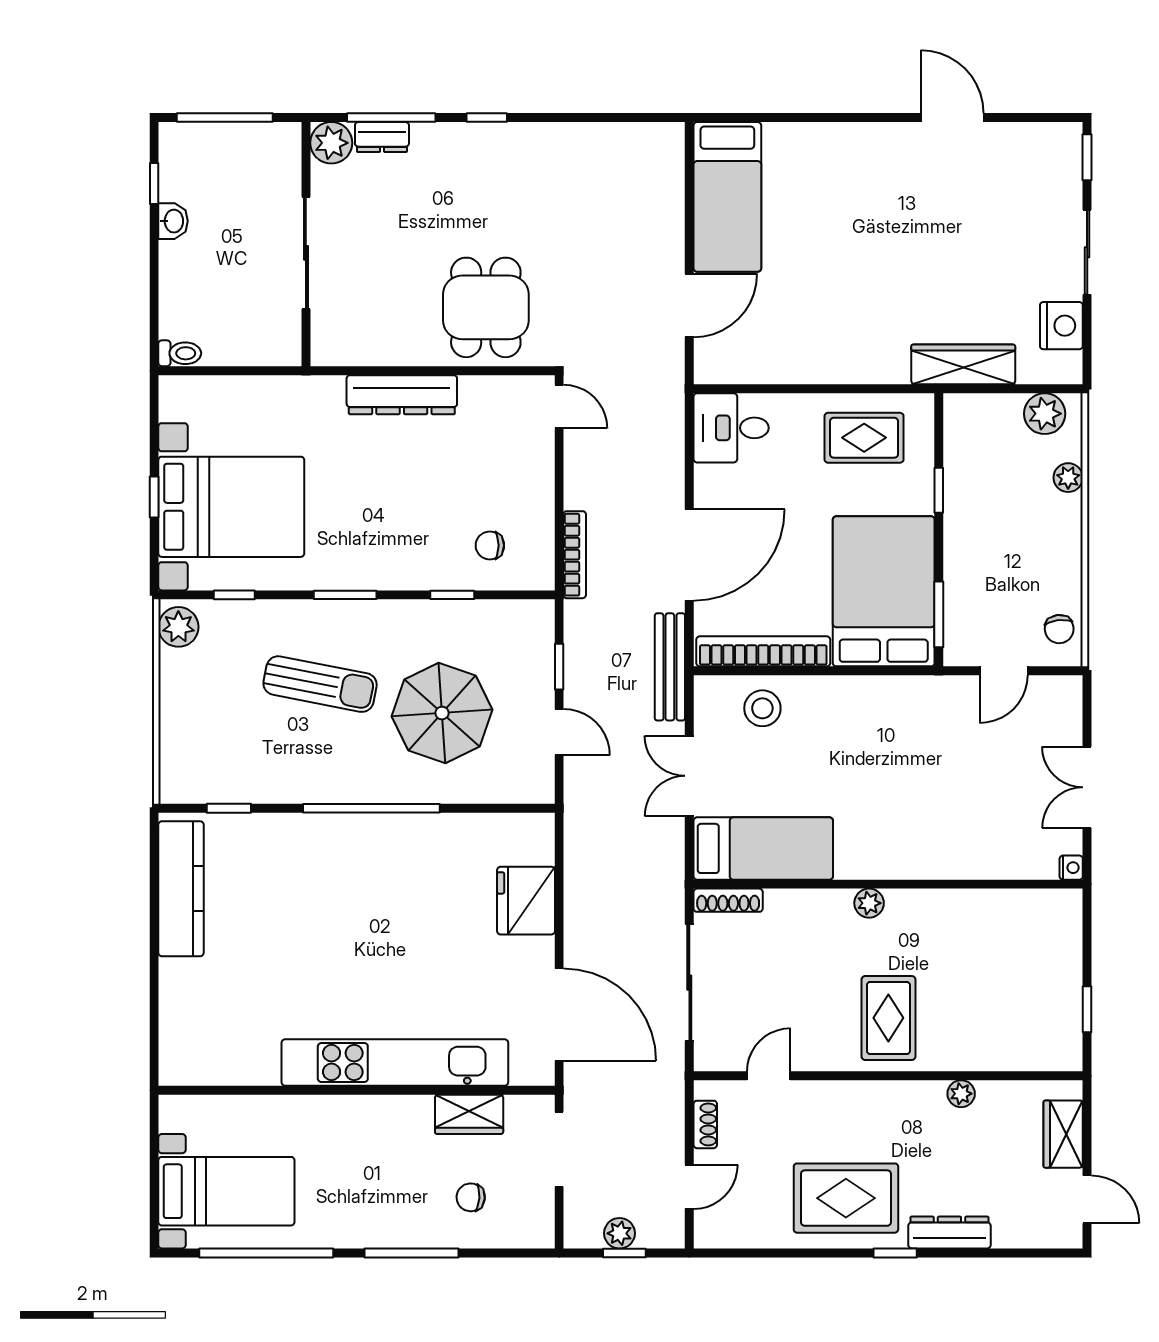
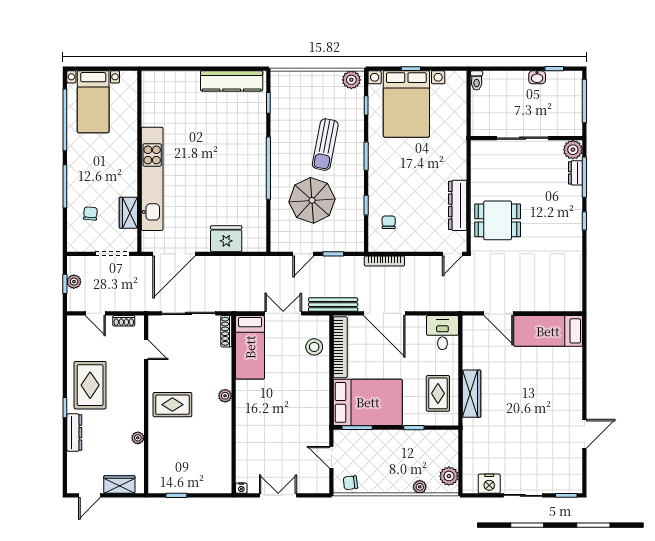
wardrobe: (963, 364) -> (472, 394), moved
dresser: (402, 395) -> (458, 205), moved

